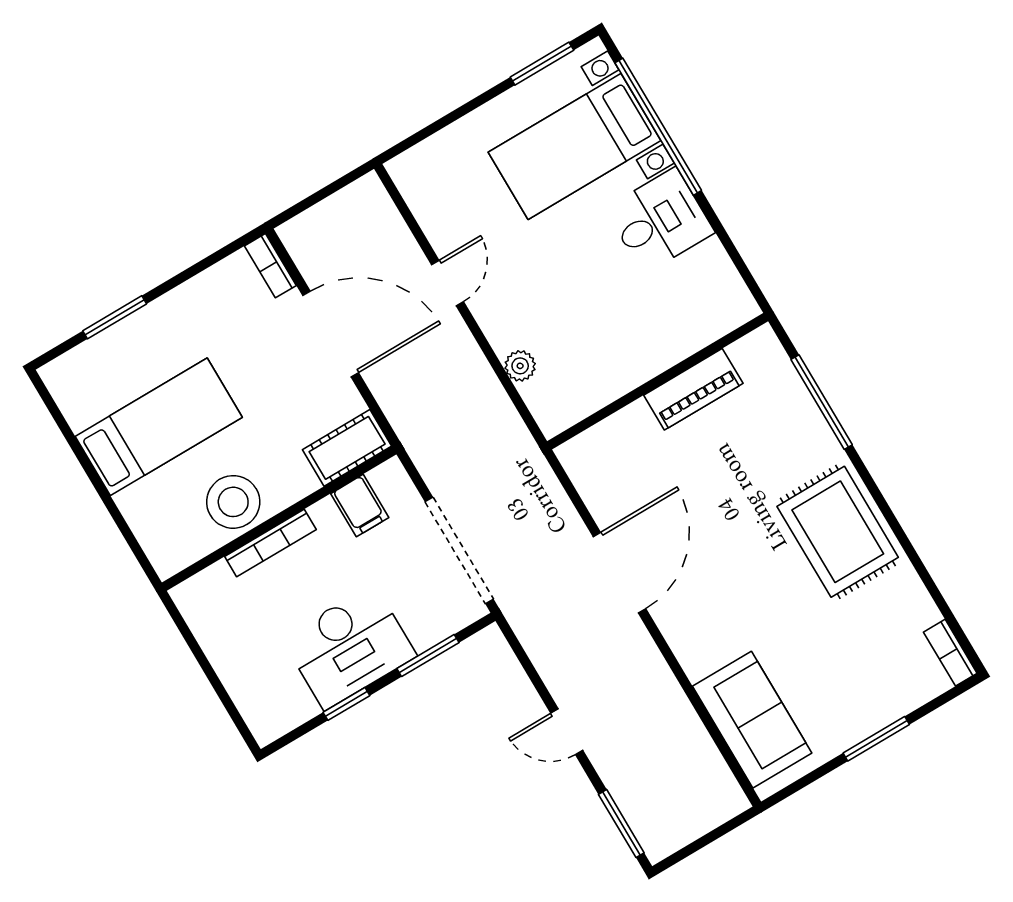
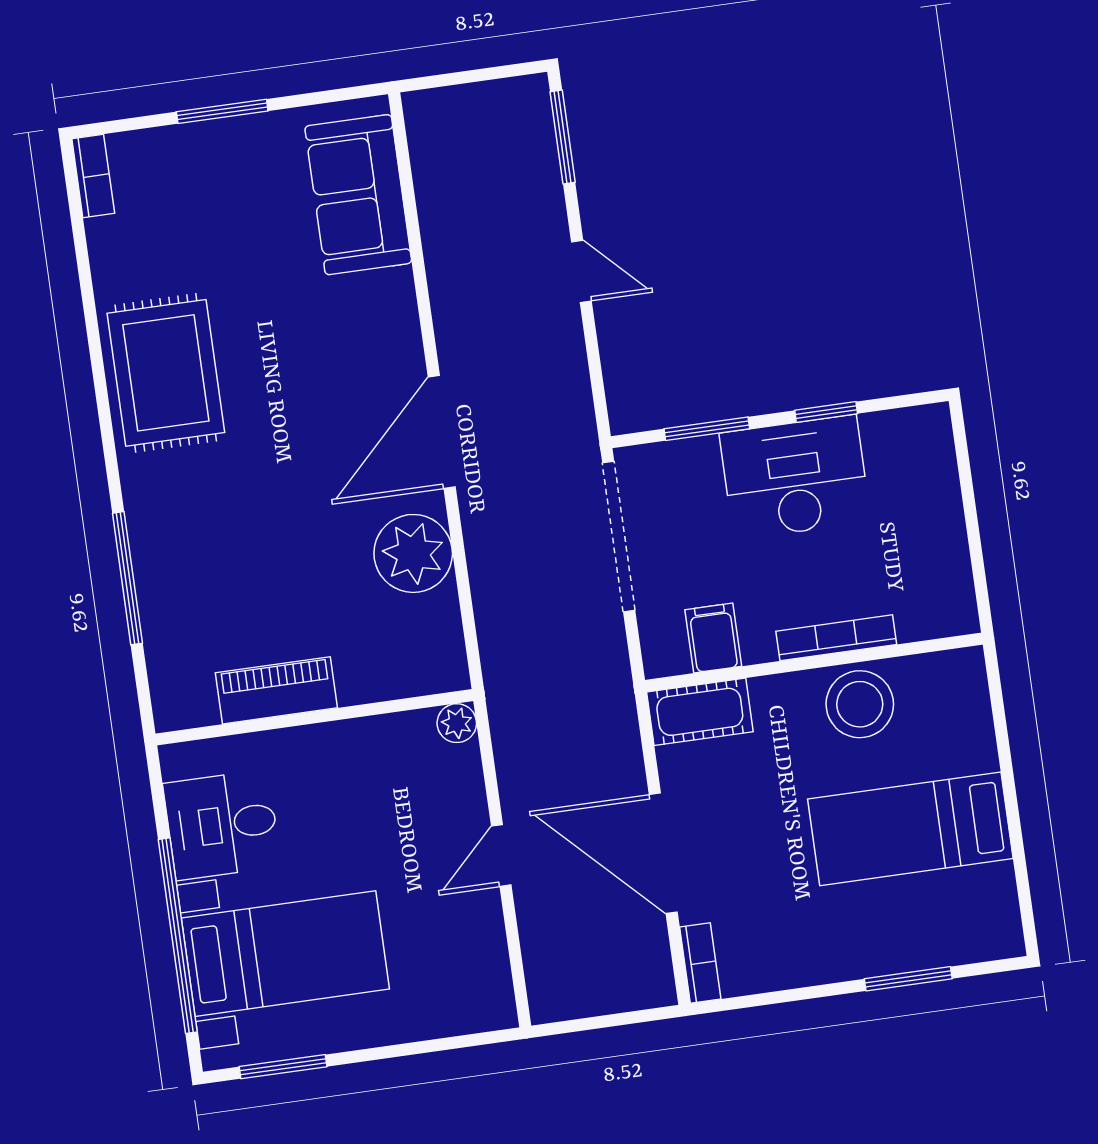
wall: (658, 381) -> (314, 717), moved
piano: (693, 389) -> (276, 690), moved
window: (822, 402) -> (127, 578), moved
plant: (603, 476) -> (413, 553), added

